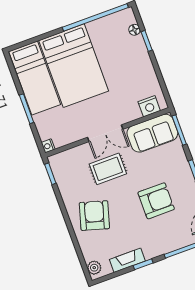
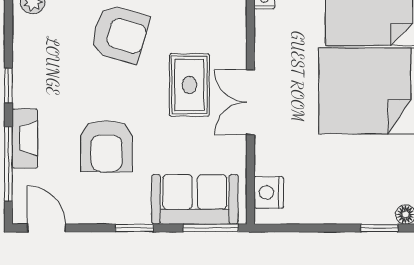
sofa: (152, 133) -> (195, 199), moved, turned 90
fireplace: (127, 260) -> (25, 138), moved

